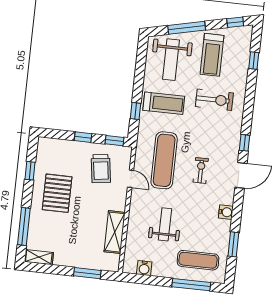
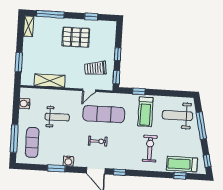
treadmill: (212, 55) -> (182, 164), moved
exercise bike: (214, 100) -> (150, 149), turned 180
window: (233, 244) -> (56, 168), moved

